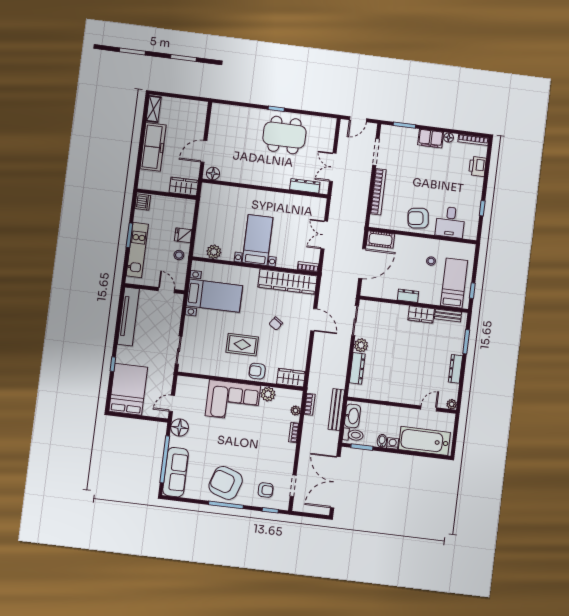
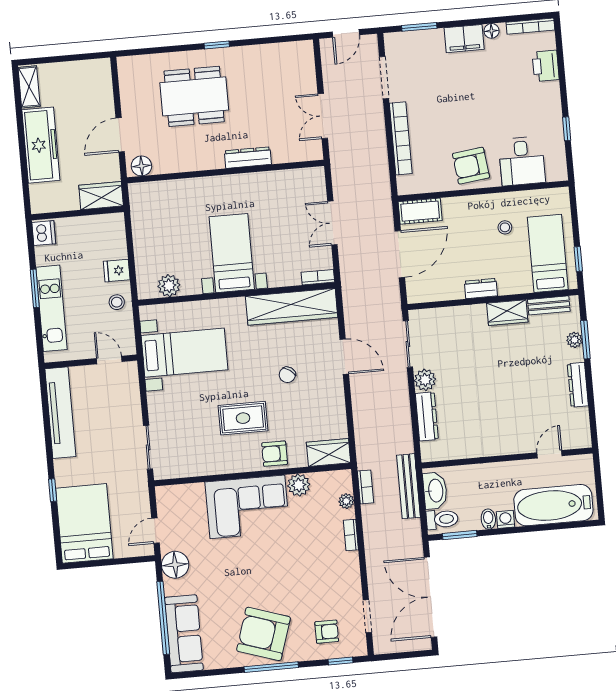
dining table: (284, 135) -> (194, 96), moved
dresser: (305, 186) -> (248, 158), moved
plant: (452, 404) -> (574, 340), moved

